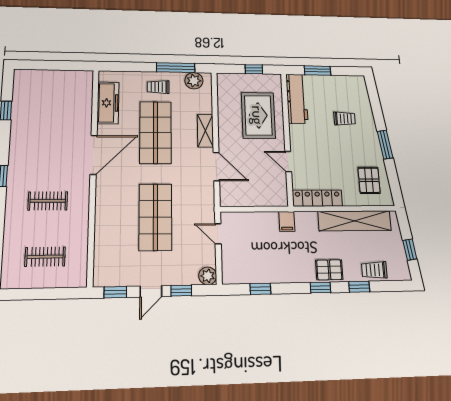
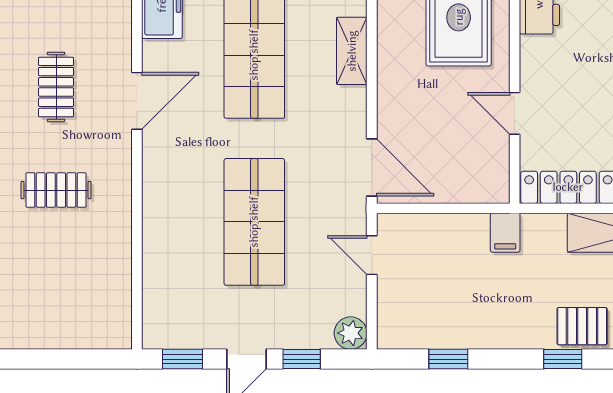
door: (94, 155) -> (137, 101), width x0.73
door: (216, 166) -> (372, 167), moved
clothes rail: (45, 257) -> (56, 87), moved, turned 90

